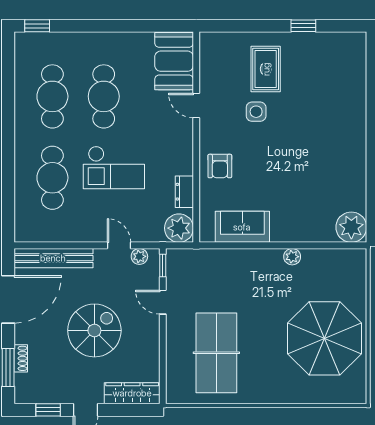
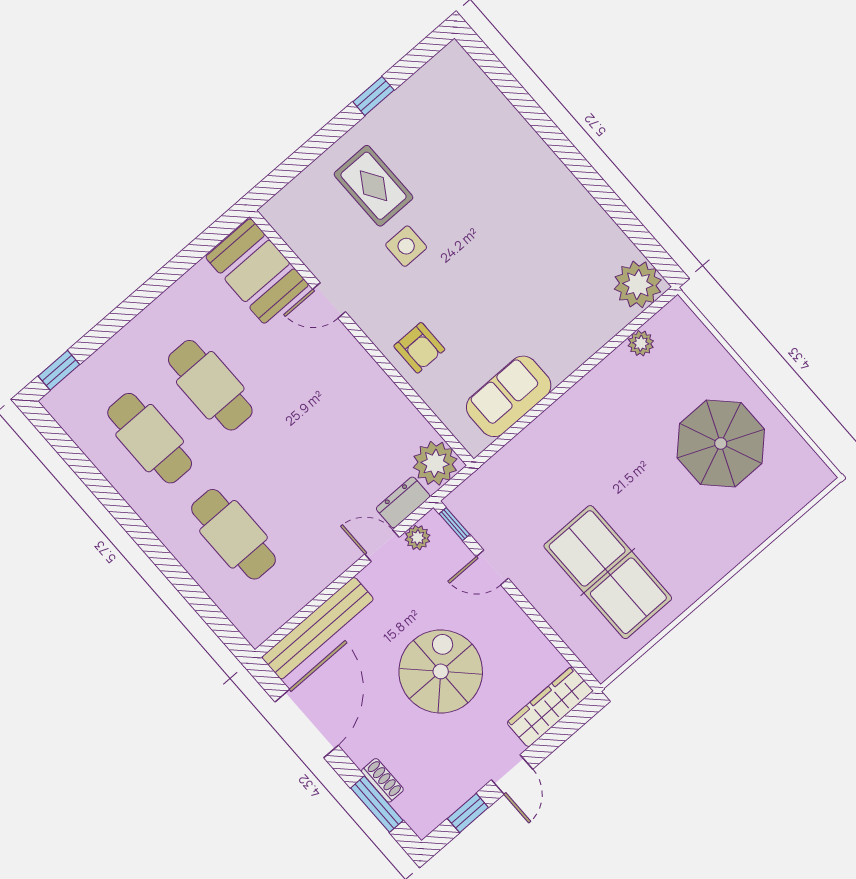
checkout: (114, 168) -> (296, 459), removed
dresser: (184, 192) -> (403, 502), moved, turned 90
plant: (292, 257) -> (641, 343), moved
parasol: (325, 338) -> (721, 443), width x0.73, depth x0.73

